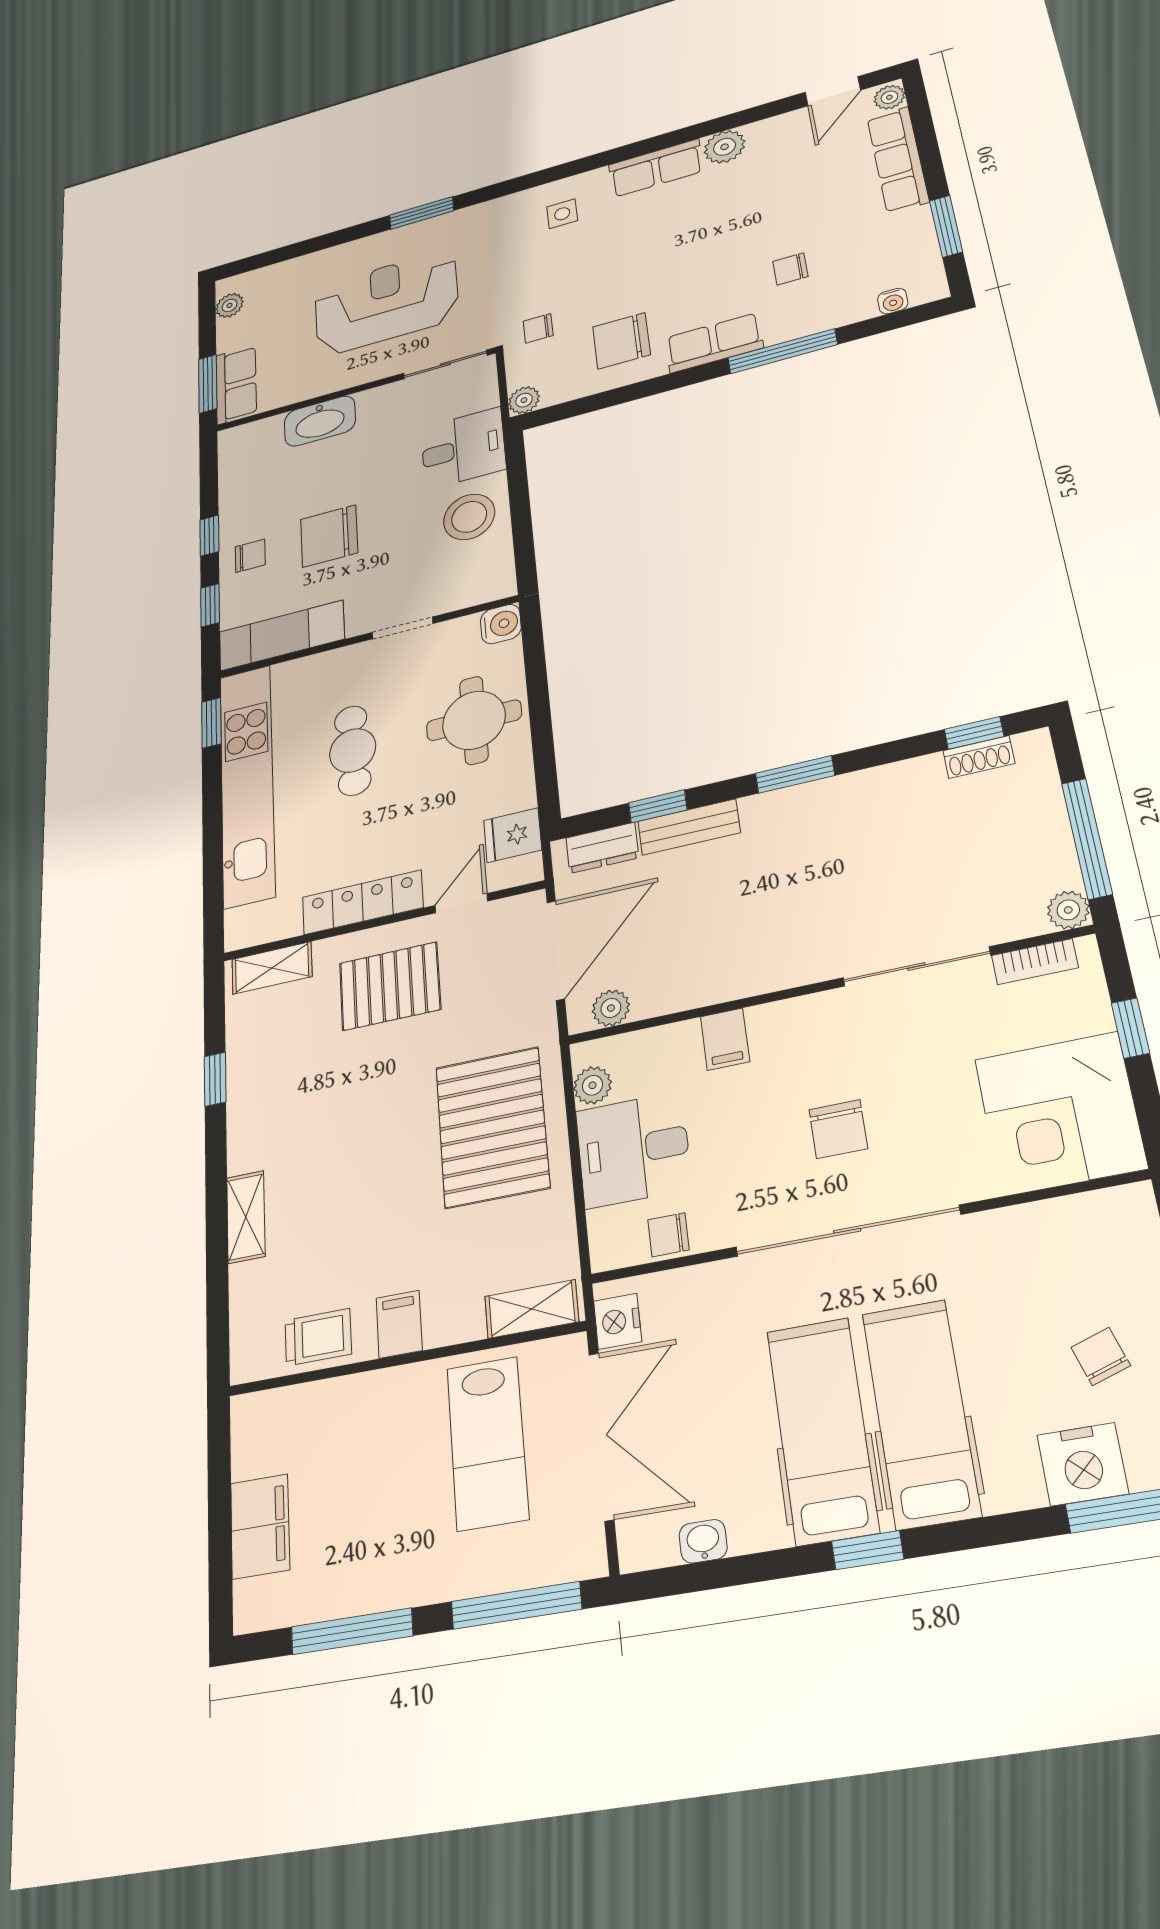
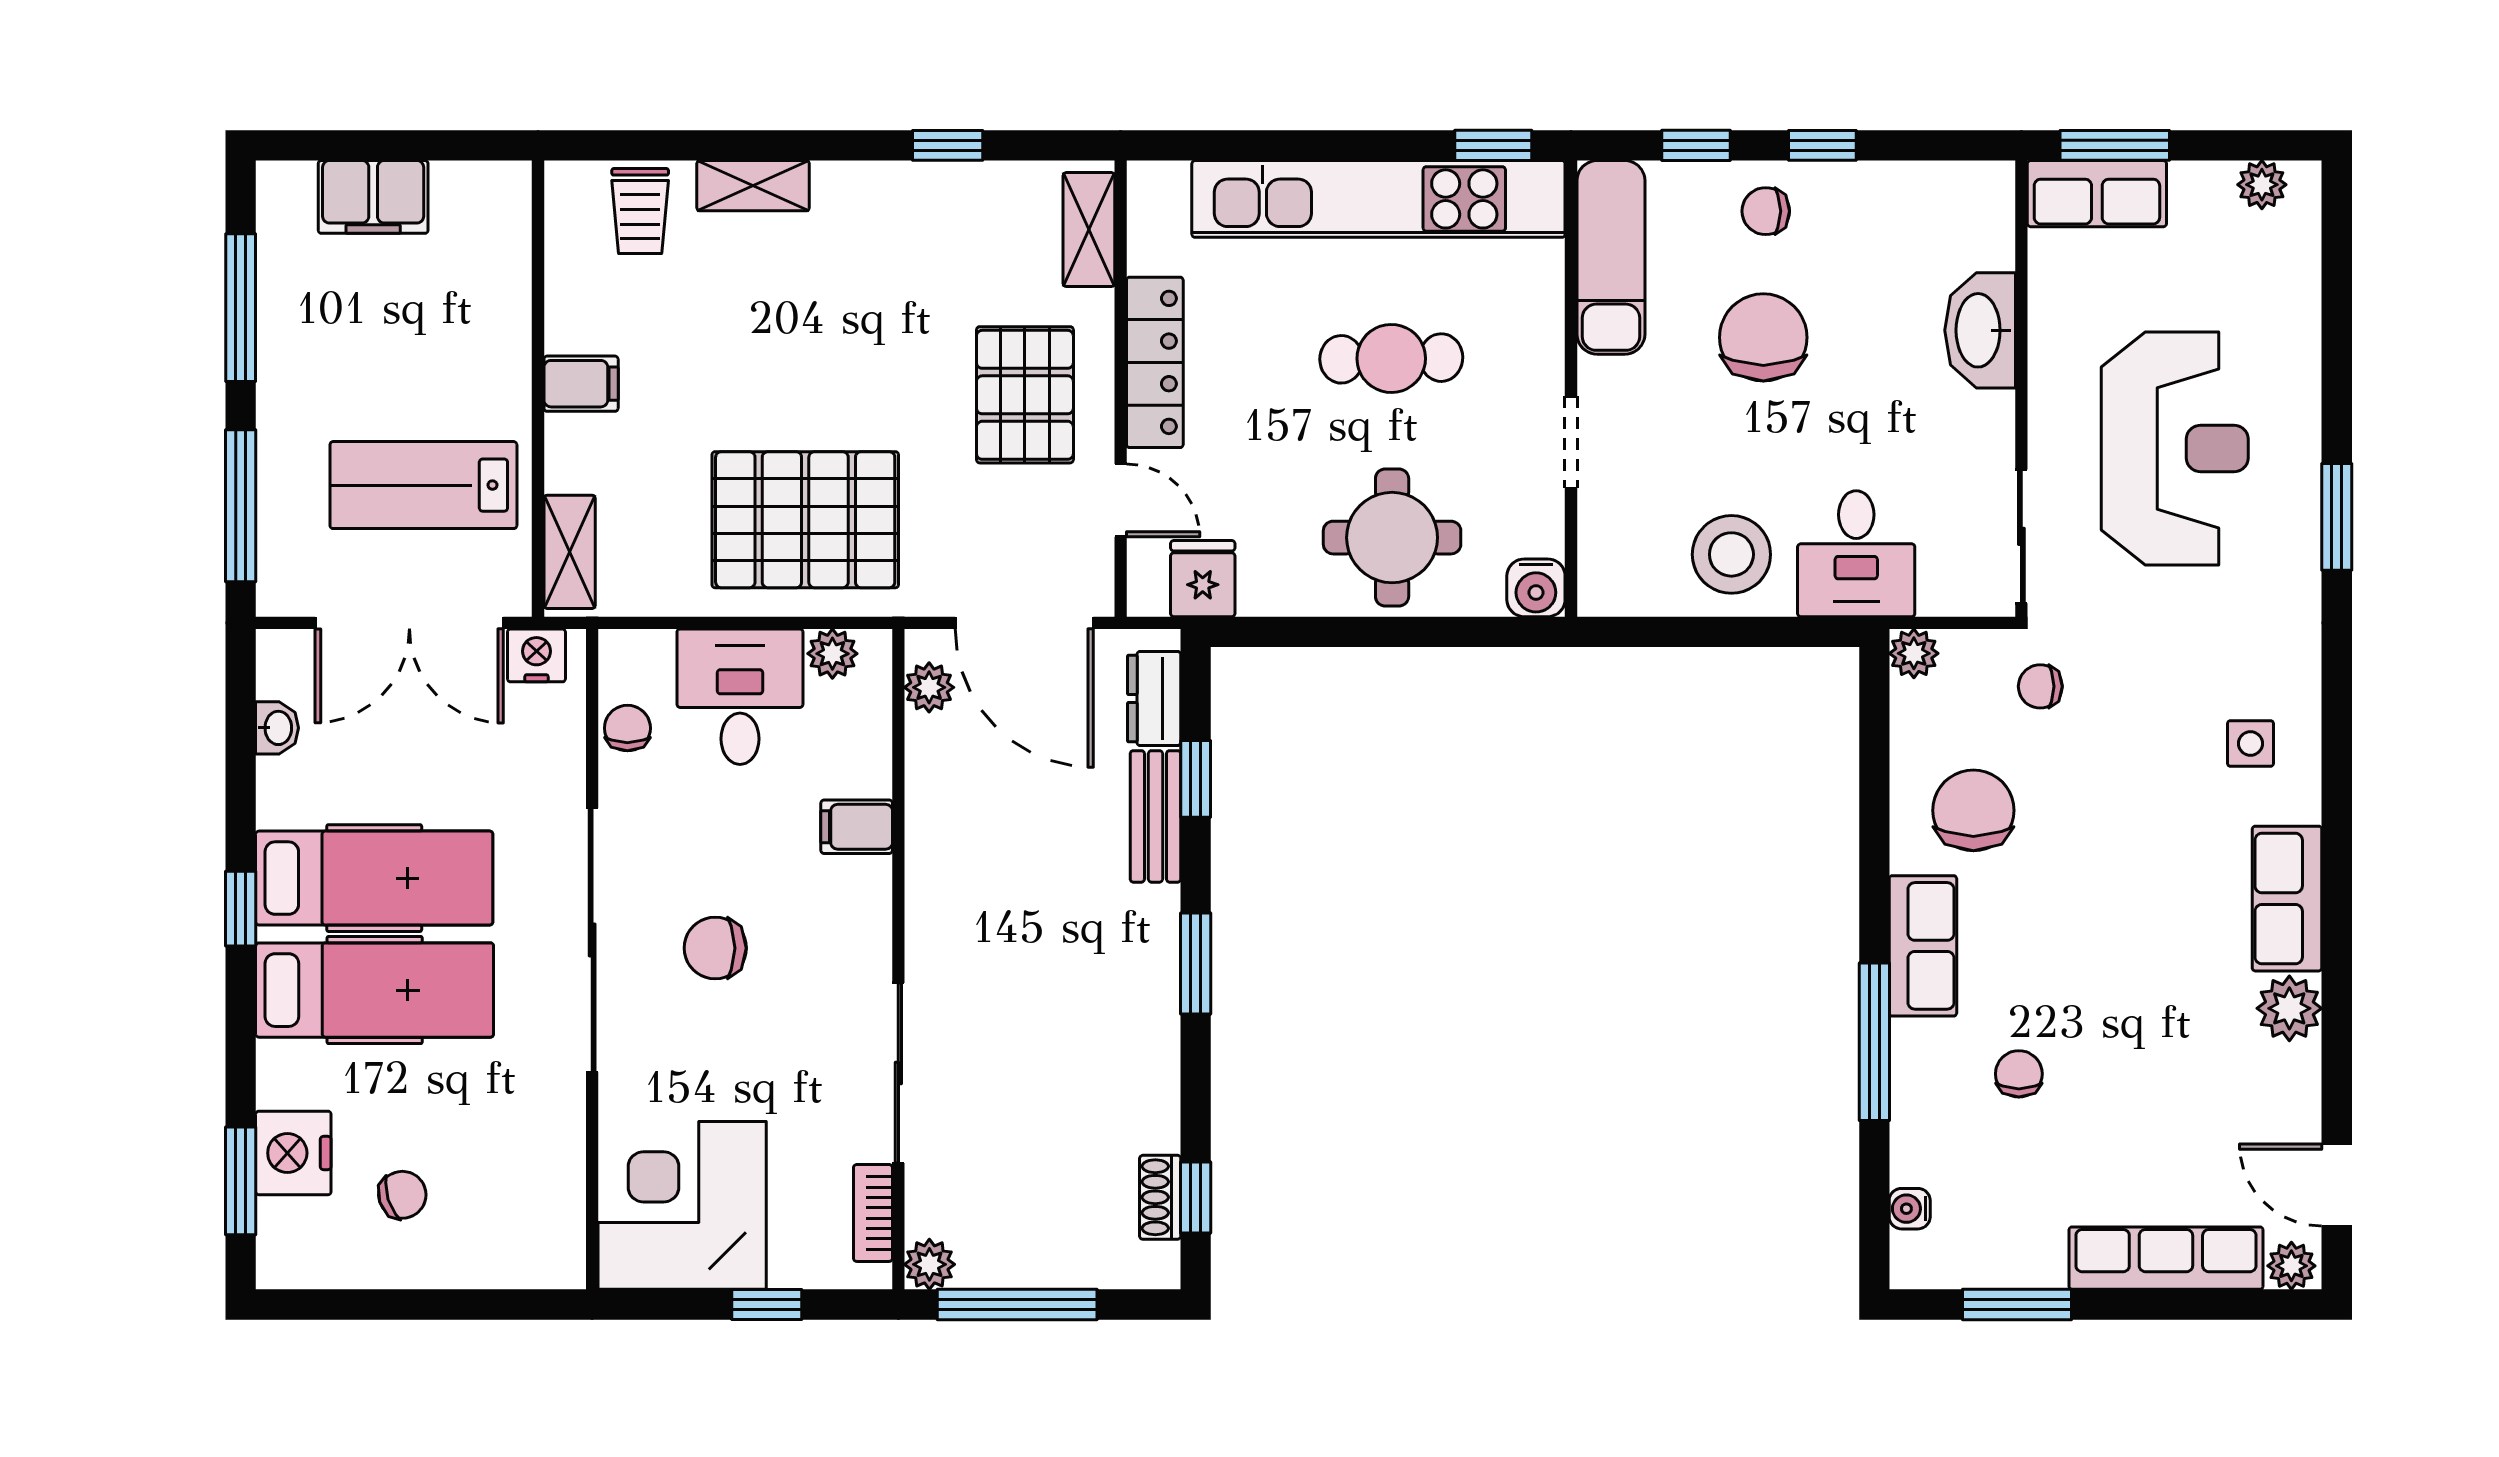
chair: (538, 328) -> (2040, 686), turned -90
chair: (250, 556) -> (1766, 211), turned 90
trolley: (318, 1337) -> (640, 211), moved

